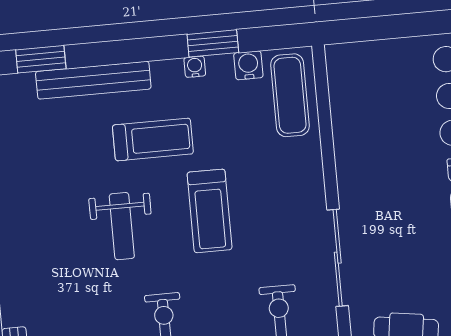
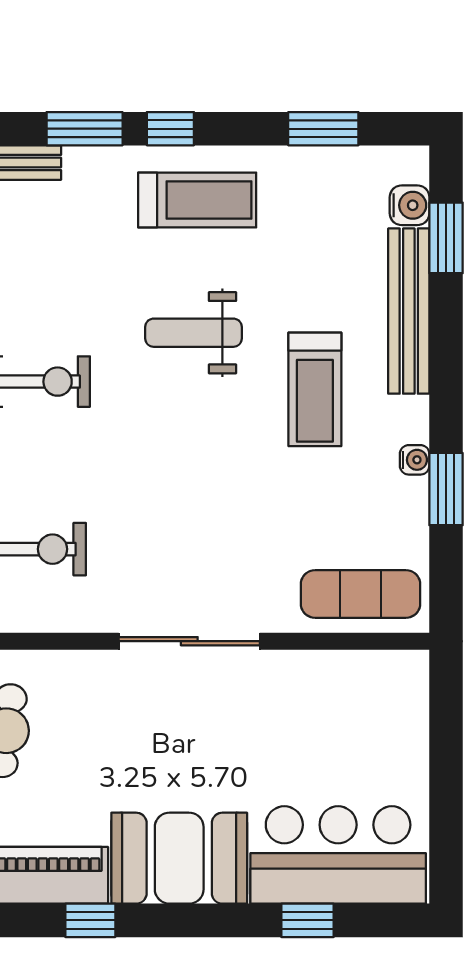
water cooler: (248, 65) -> (410, 205), moved
treadmill: (210, 211) -> (197, 200), moved, turned 180
sliding door: (338, 258) -> (189, 641), moved

